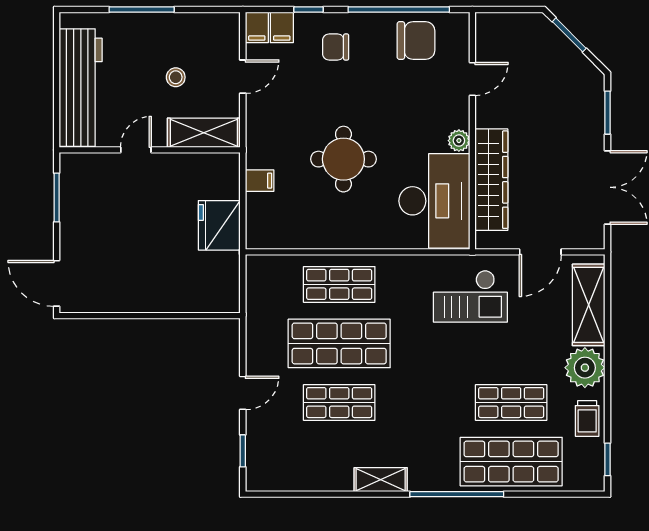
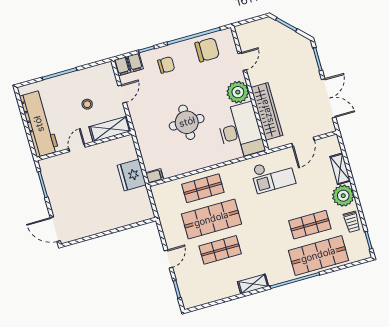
chair: (336, 47) -> (166, 65), turned 180
plant: (459, 141) -> (238, 92), width x1.88, depth x1.88
filing cabinet: (260, 181) -> (155, 176), moved
shelving: (589, 305) -> (340, 169), width x0.67, depth x0.75

